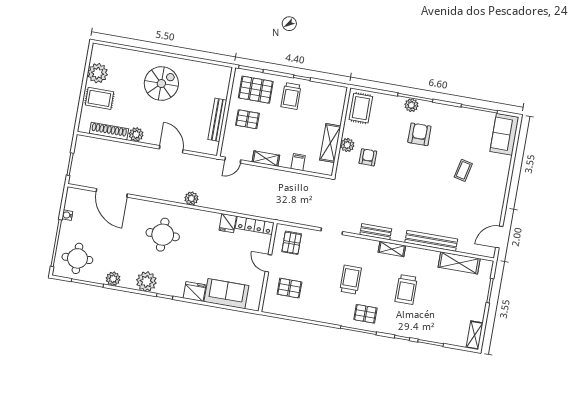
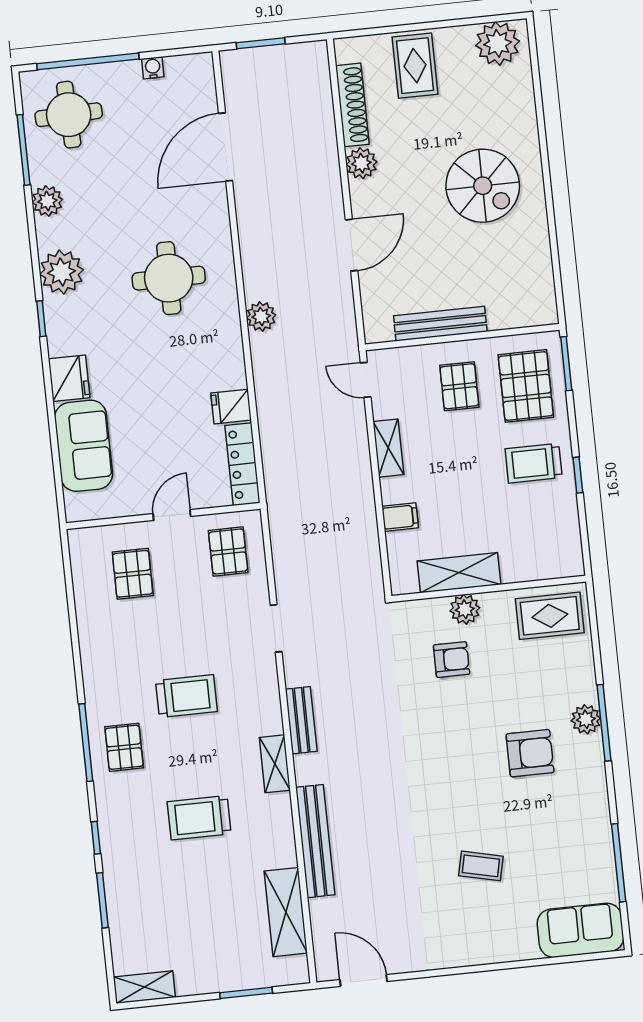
plant: (98, 73) -> (498, 43), moved
pallet: (292, 243) -> (228, 551), turned 90

